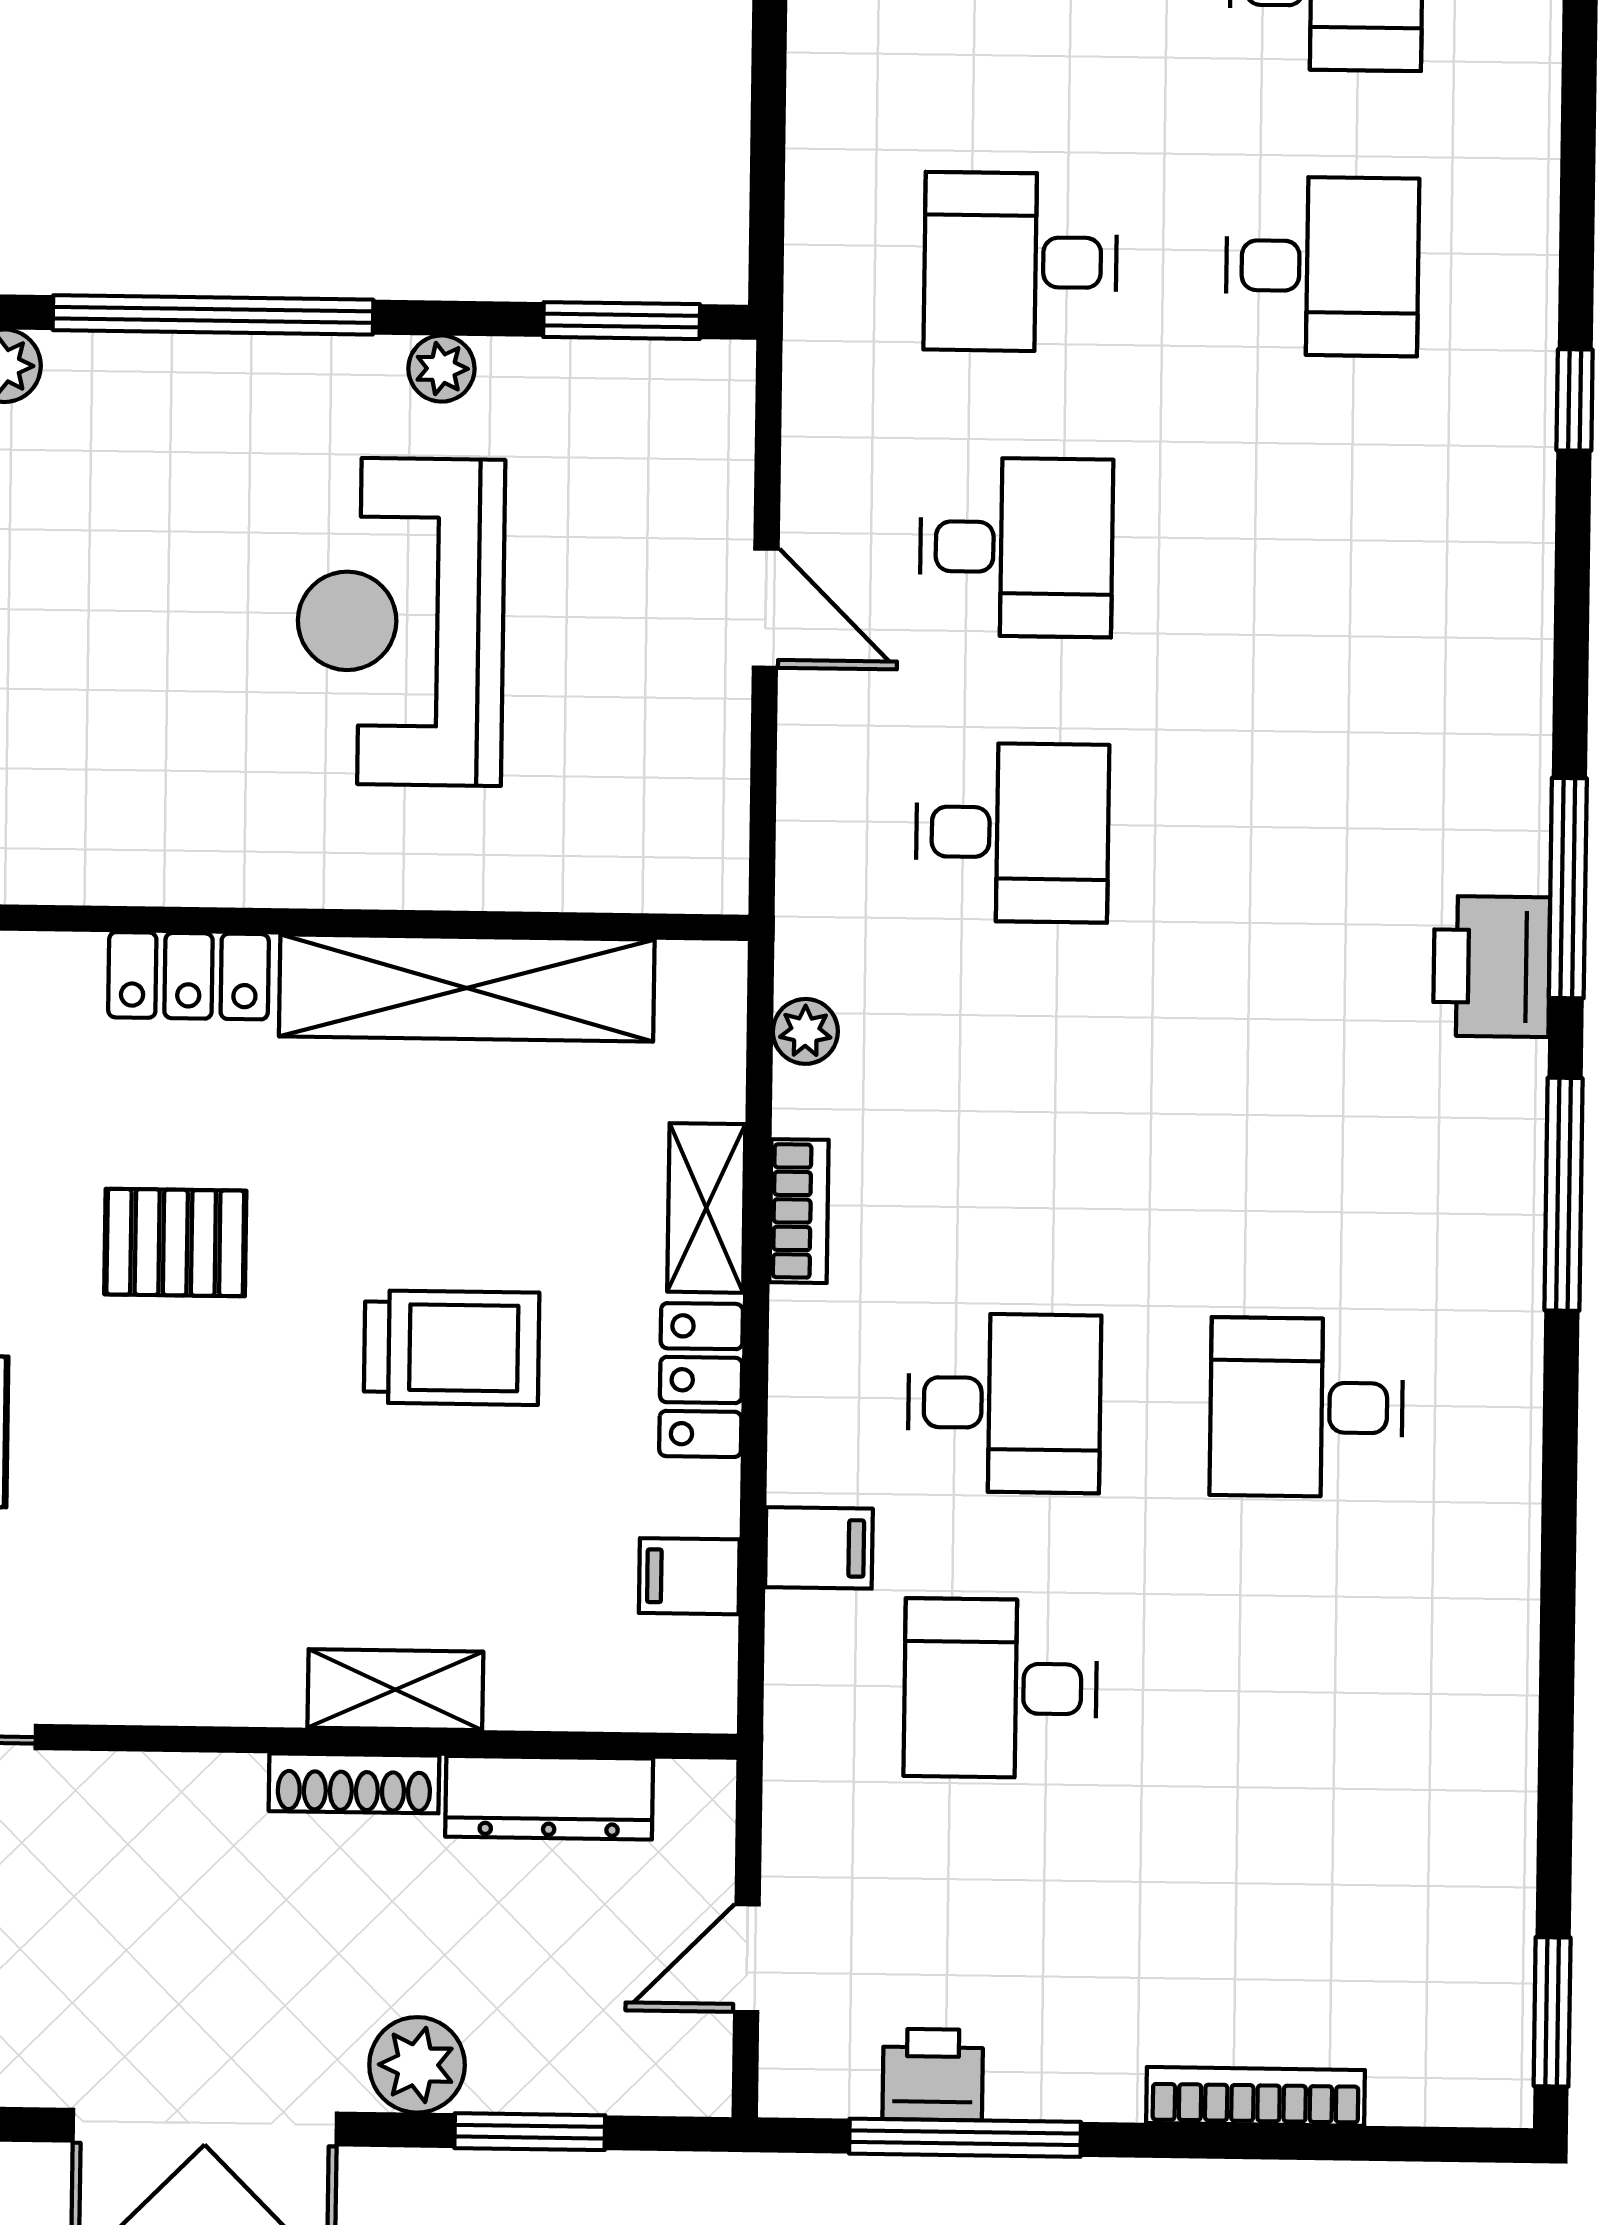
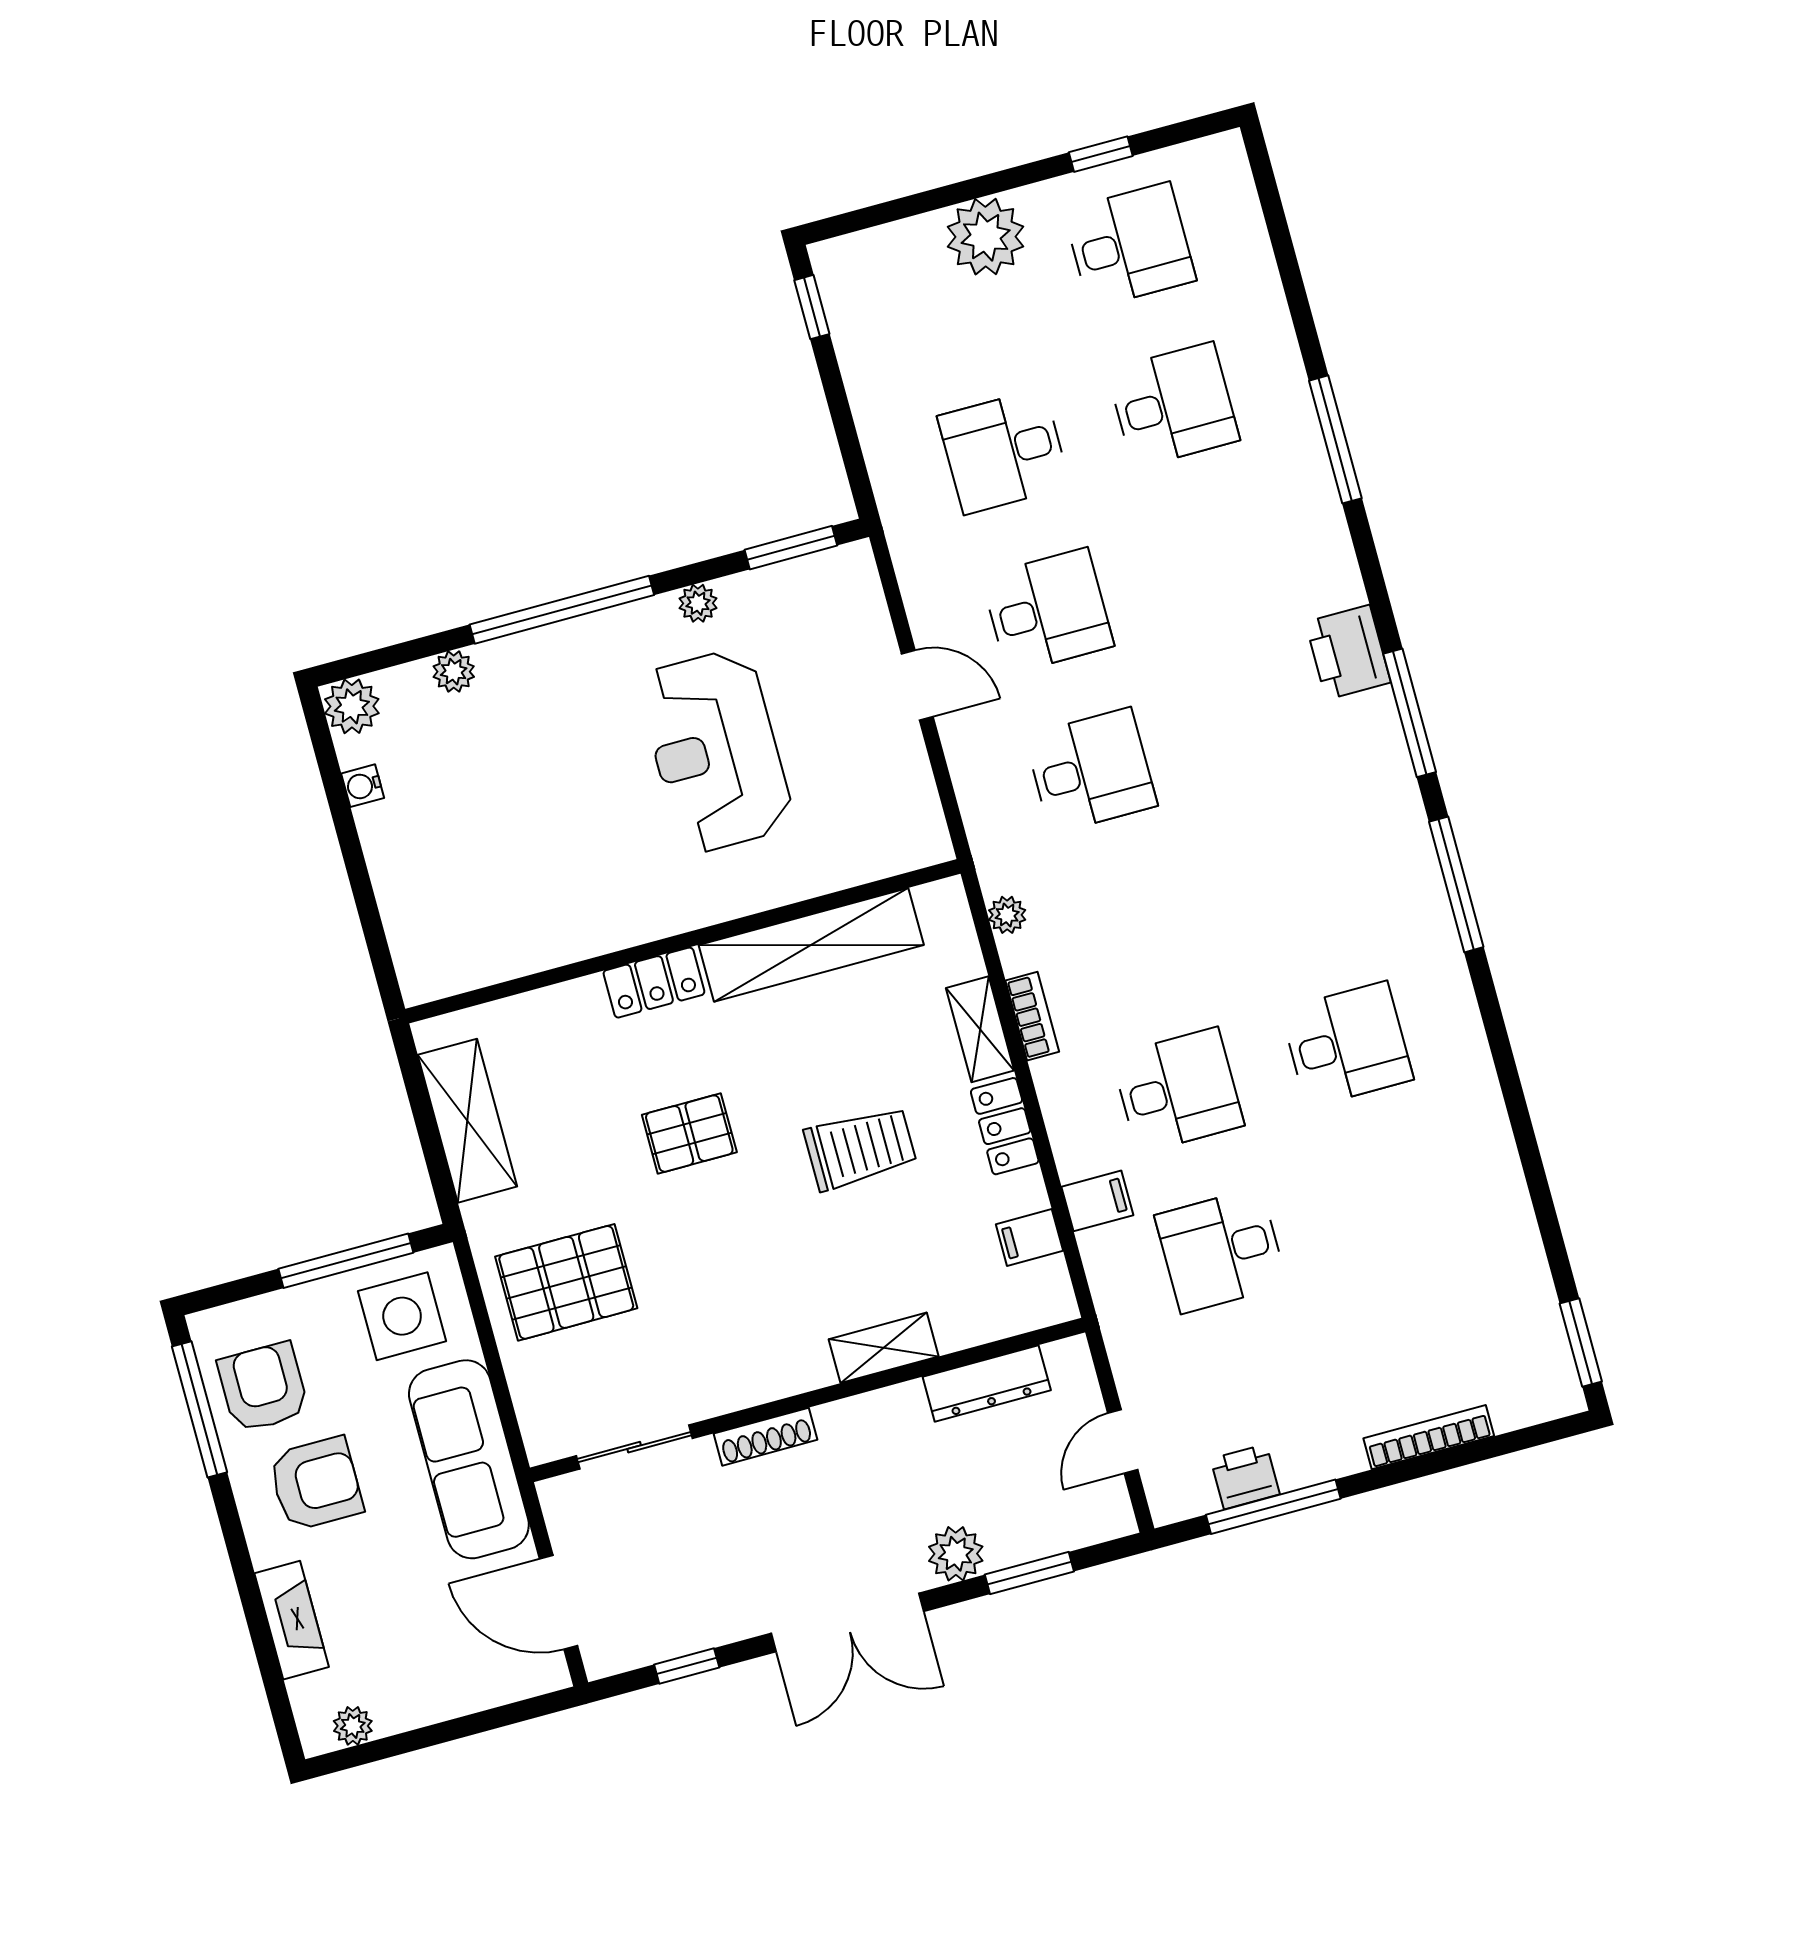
window: (1575, 400) -> (1335, 439), width x2.17
printer: (1492, 966) -> (1348, 652), moved
desk: (1306, 1407) -> (1347, 1044), turned 180
shoe rack: (354, 1783) -> (765, 1437), moved

